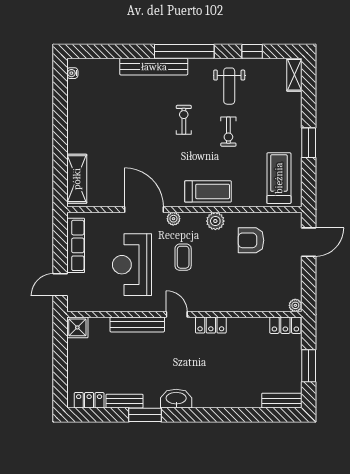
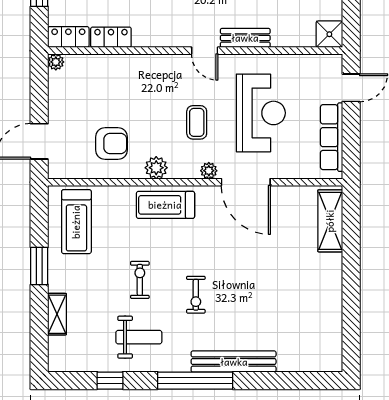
water cooler: (72, 73) -> (336, 353), removed
shelving: (294, 75) -> (57, 314), moved
weight bench: (229, 86) -> (139, 337), turned 90
bench: (137, 324) -> (245, 38), width x0.73
locker: (211, 325) -> (111, 37), moved

